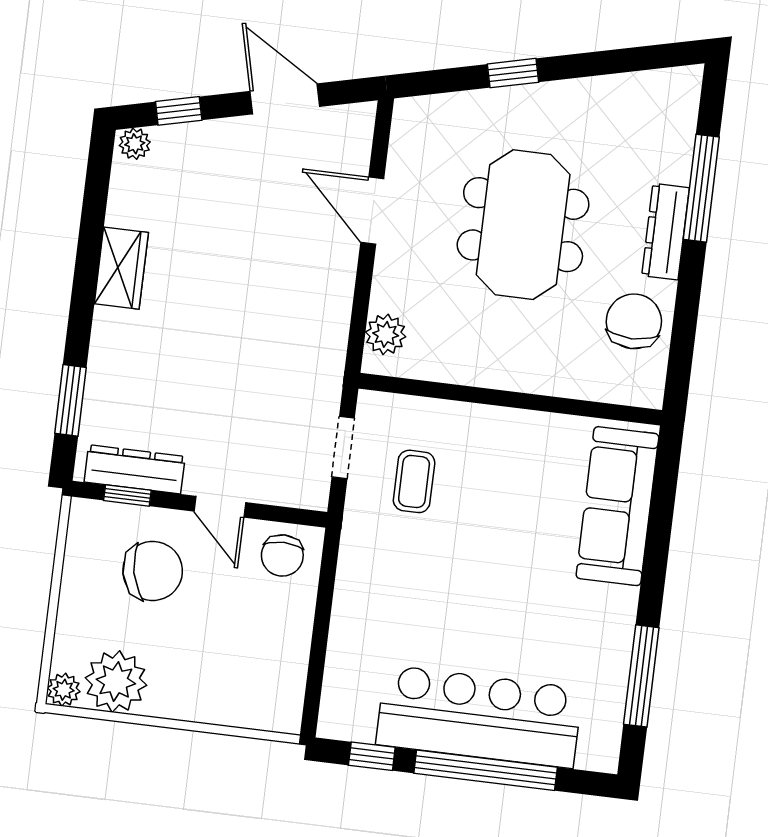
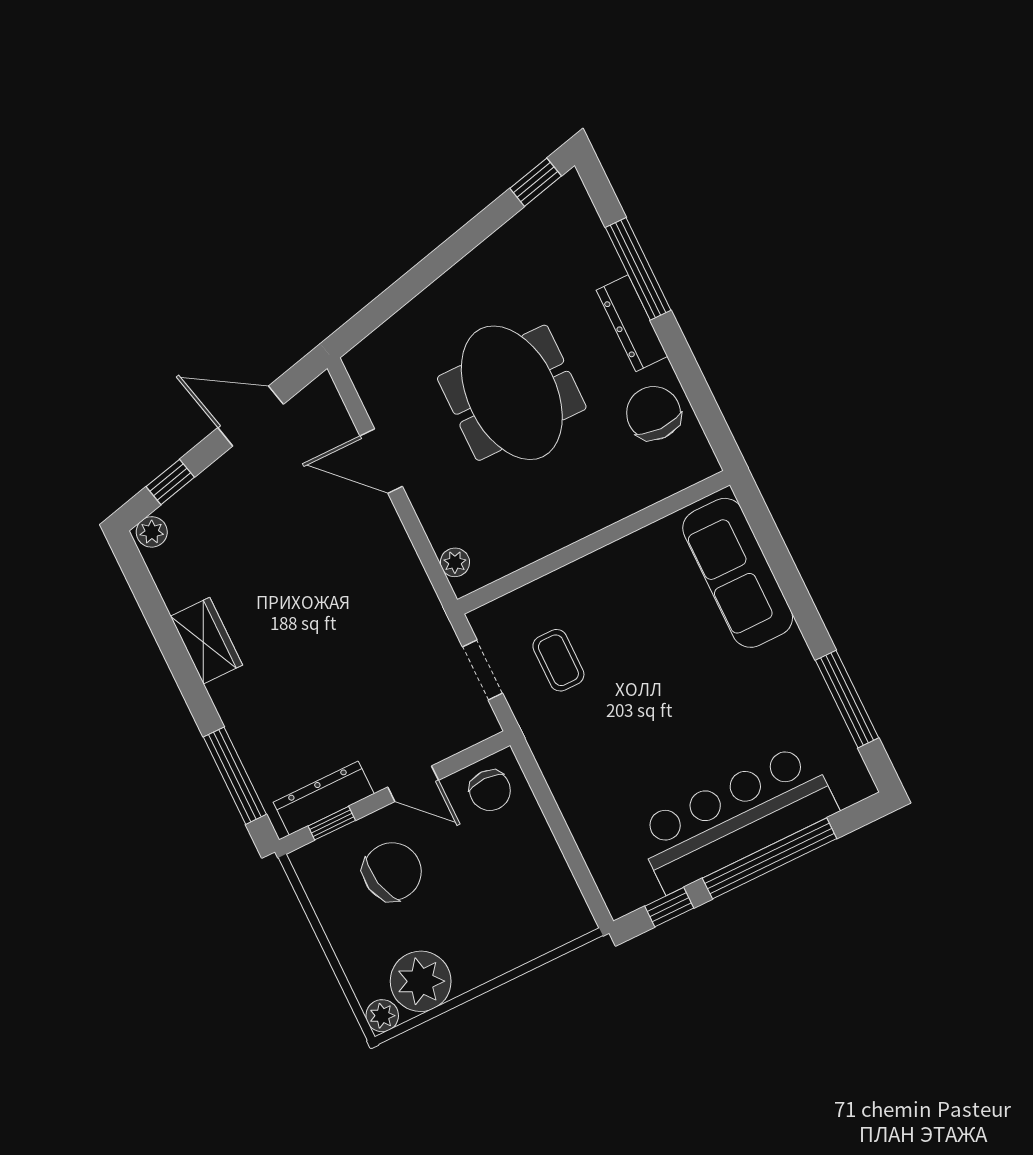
window: (513, 73) -> (536, 182), moved
plant: (386, 334) -> (455, 562), width x0.73, depth x0.73
window: (70, 400) -> (235, 776), width x1.44

